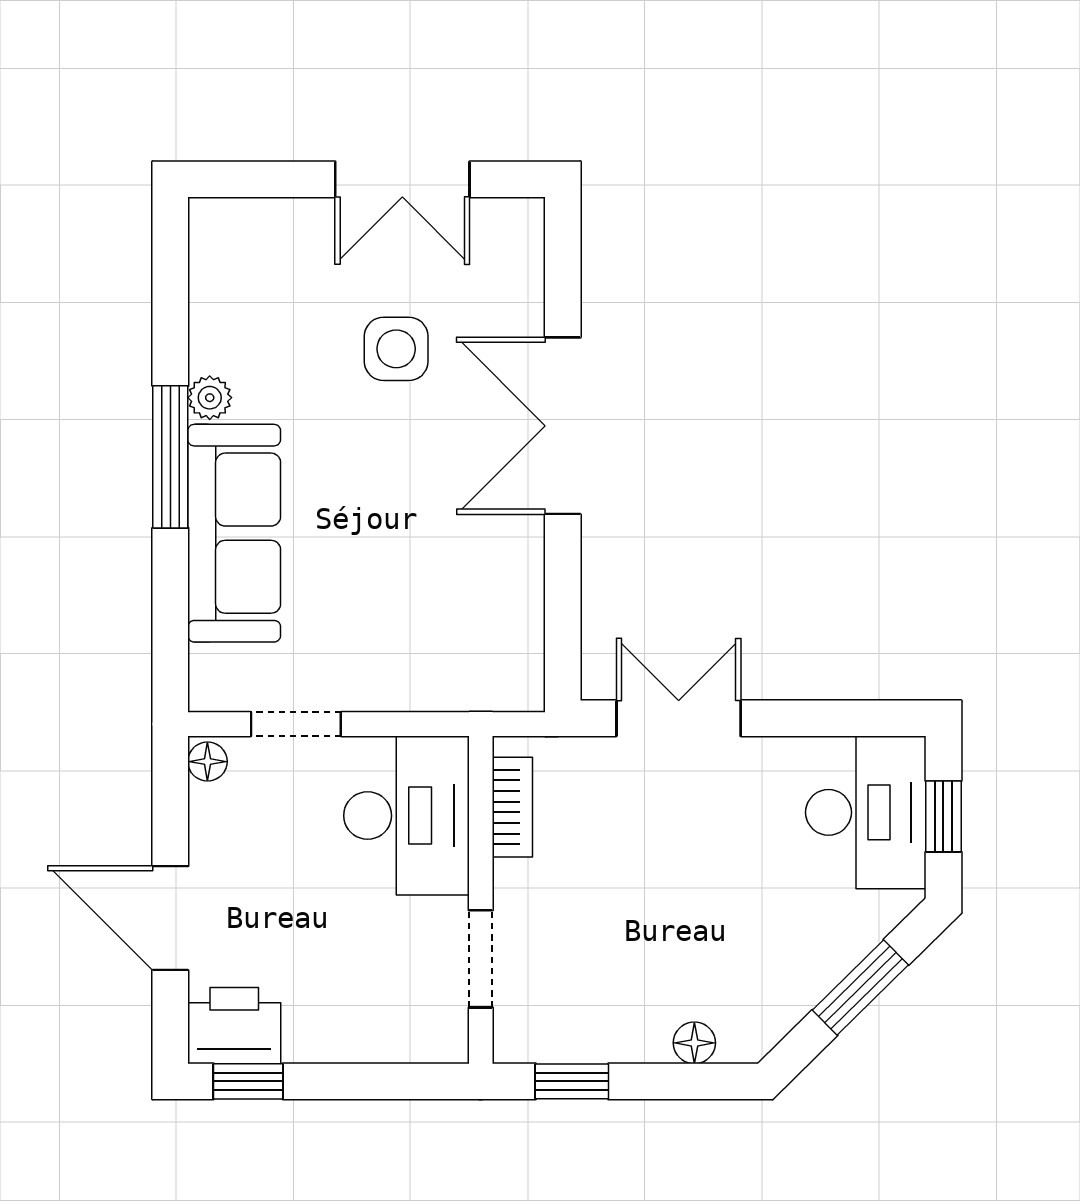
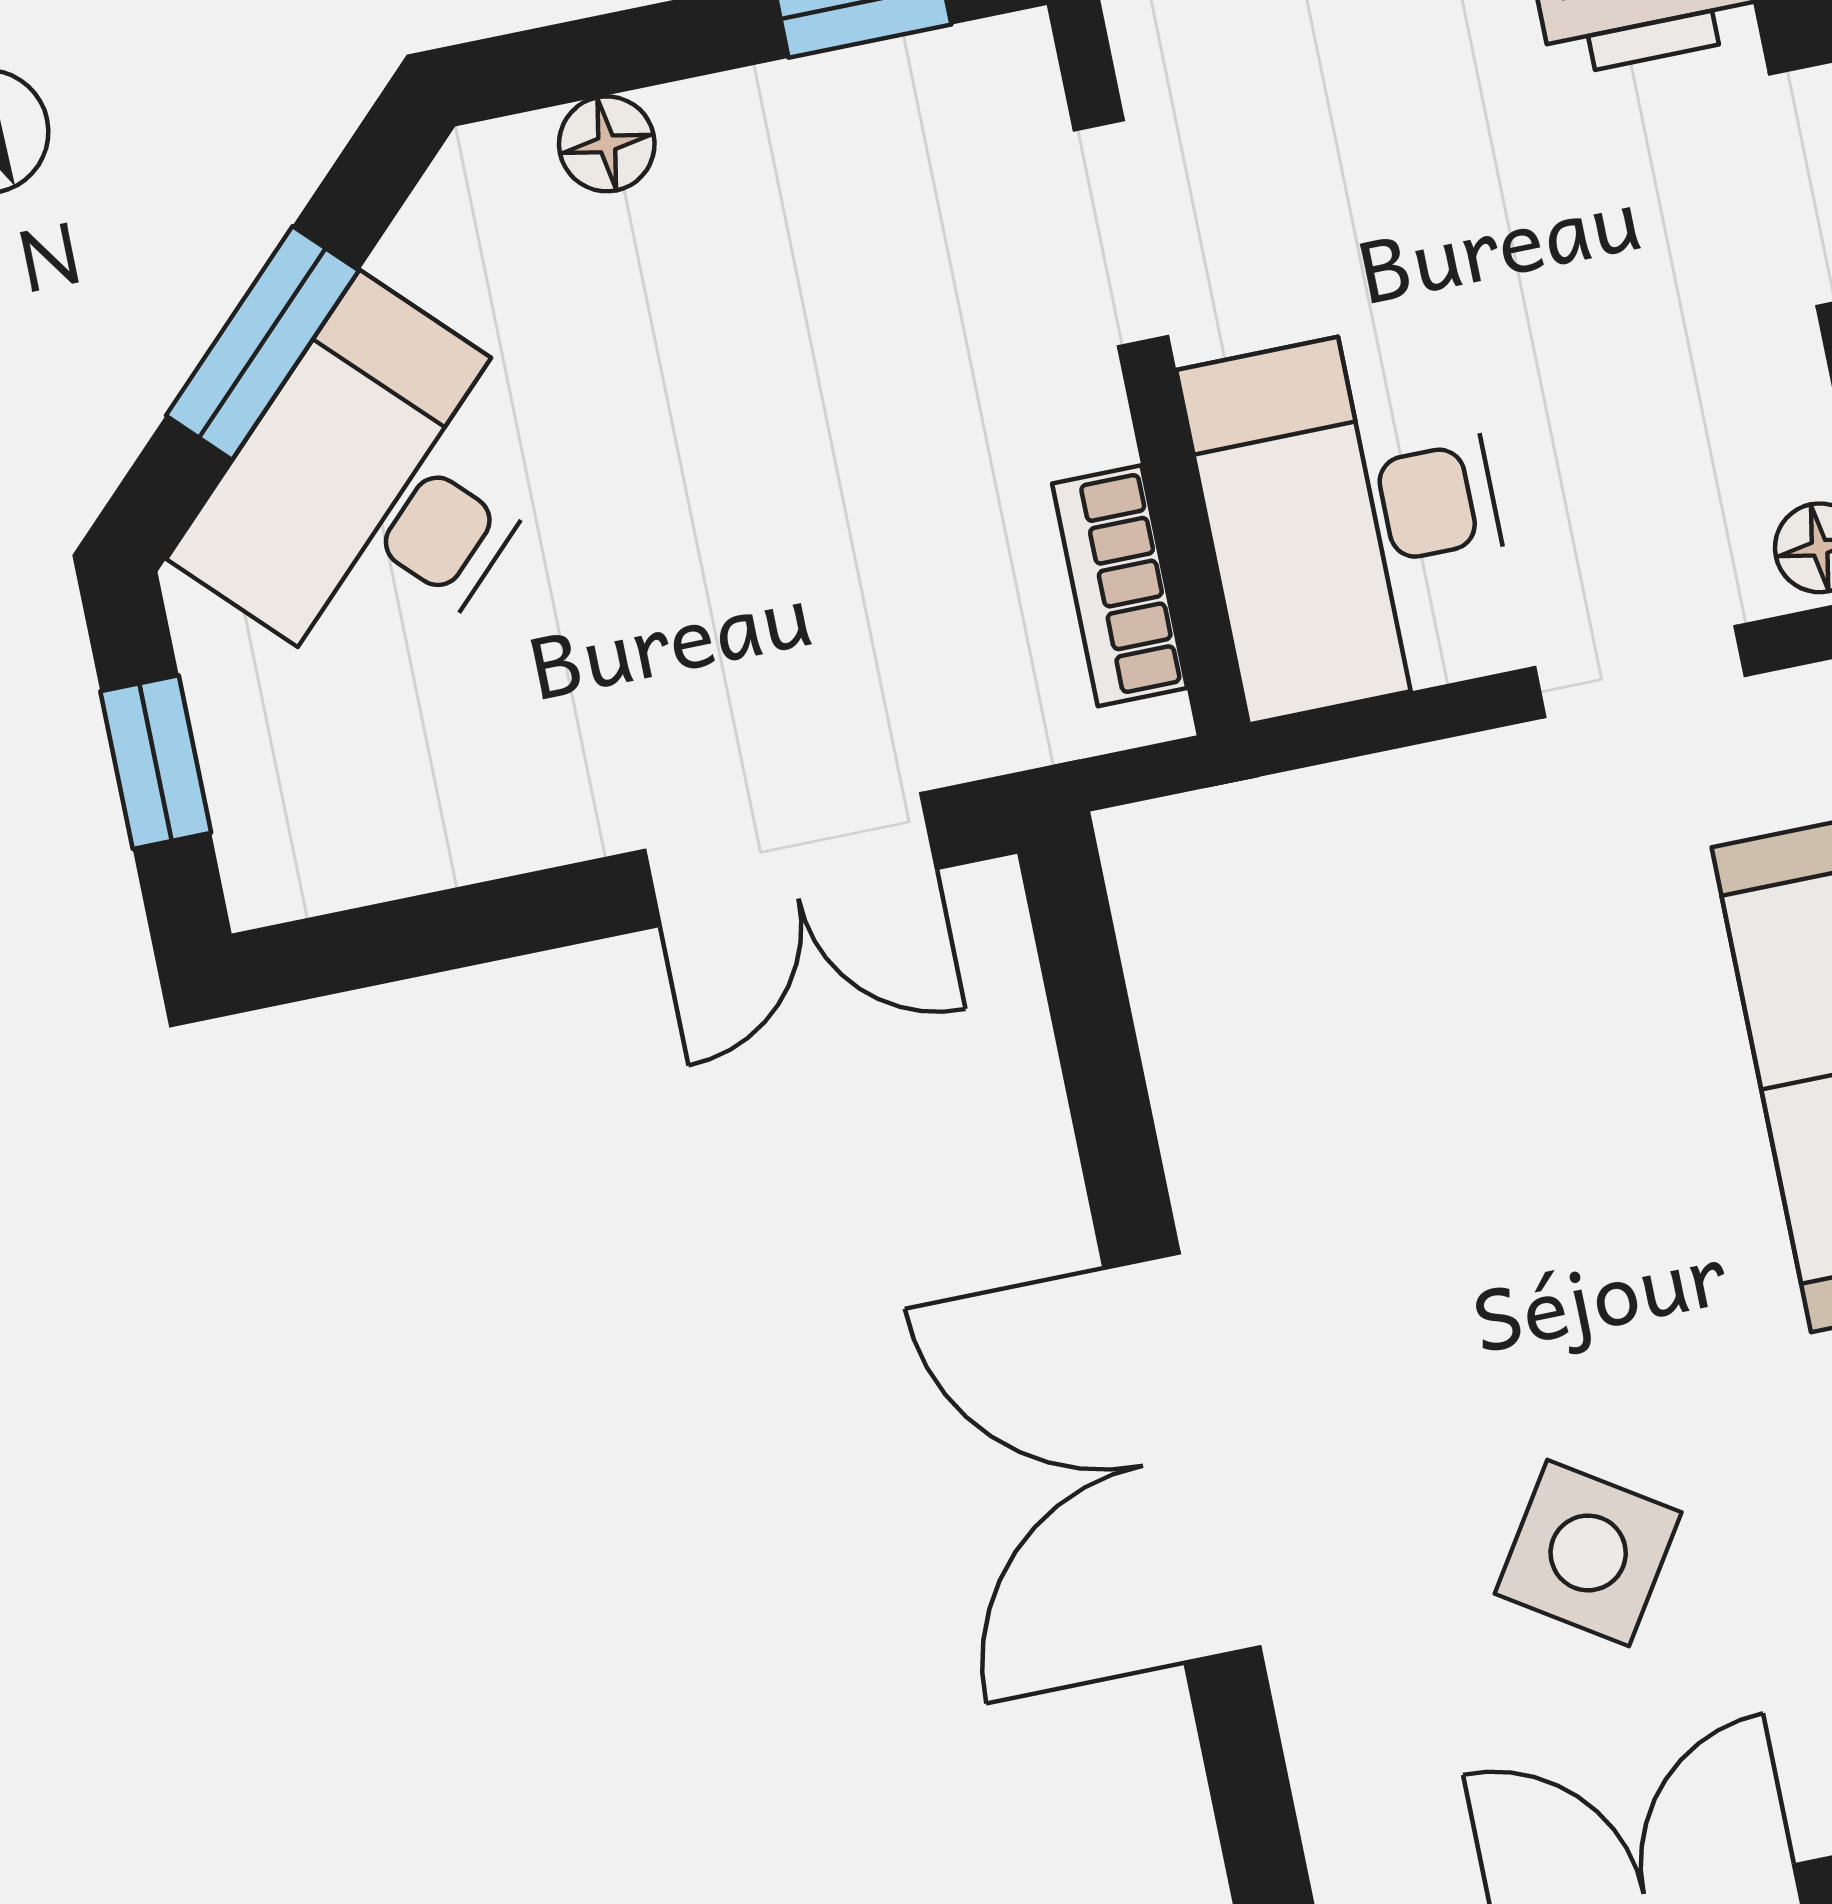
side table: (396, 349) -> (1588, 1553), turned 33
double door: (563, 426) -> (1182, 1458), swing flipped
desk: (866, 812) -> (376, 490), moved, turned 45

